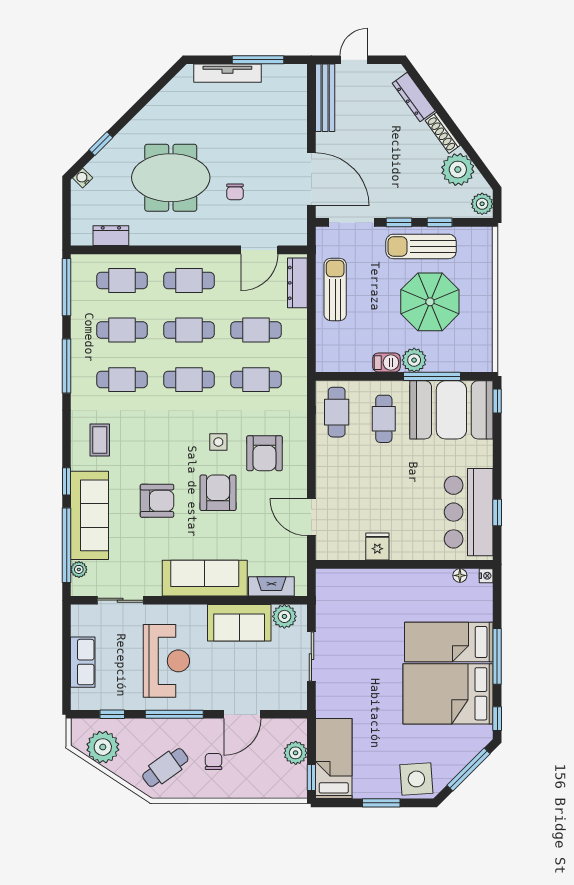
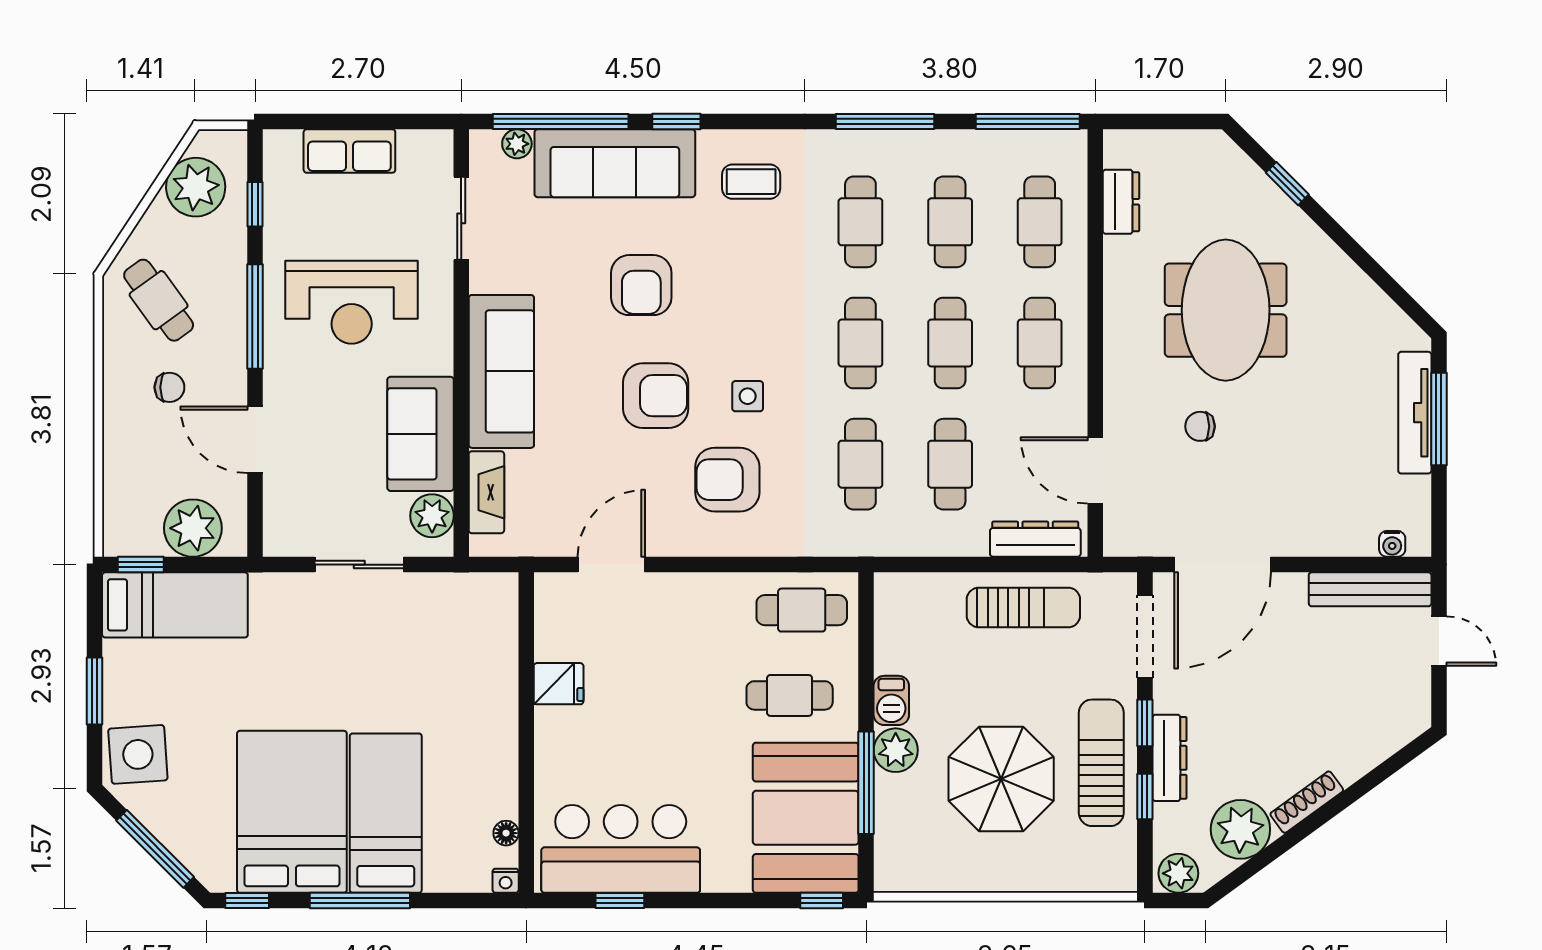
window: (258, 60) -> (1439, 419), moved
dresser: (414, 97) -> (1169, 758), moved, turned 126
water cooler: (83, 178) -> (1392, 544), moved, turned 135
plant: (296, 753) -> (193, 528), width x1.36, depth x1.36

